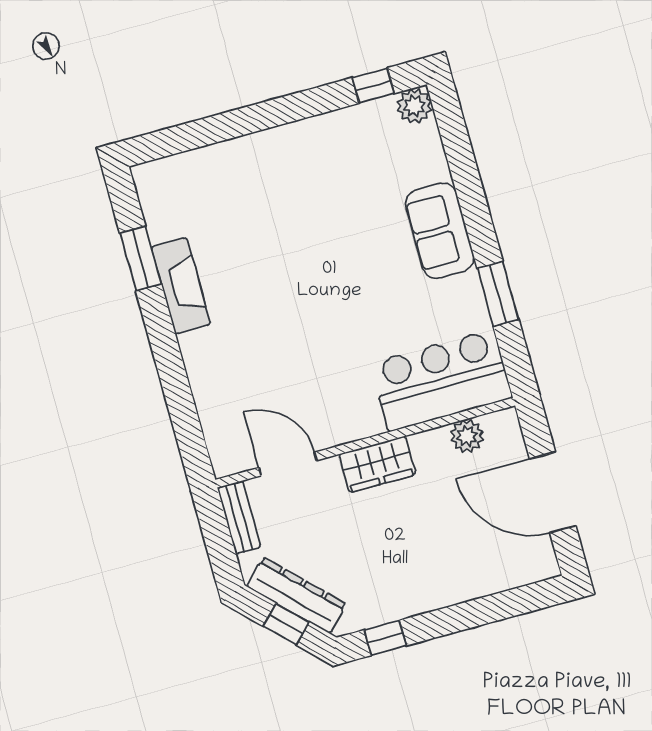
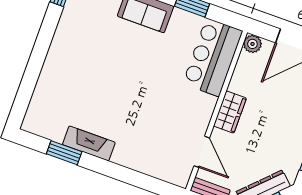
plant: (467, 436) -> (252, 44), moved
door: (288, 464) -> (202, 152), swing flipped

